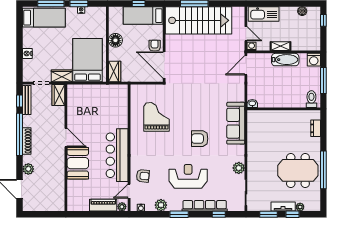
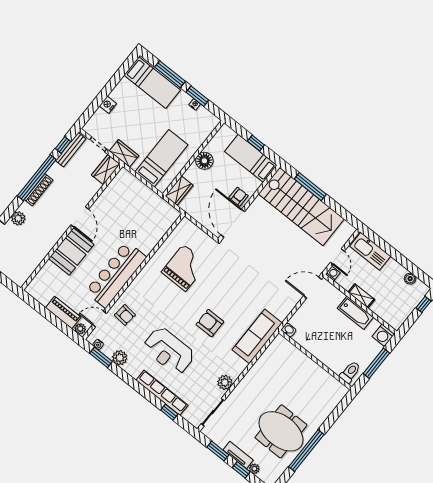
bed: (87, 60) -> (162, 158), width x0.67
dresser: (316, 128) -> (331, 404), removed
reception desk: (188, 176) -> (169, 351), turned 180
window: (179, 214) -> (101, 357), moved

